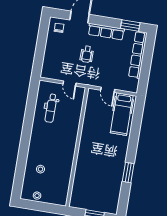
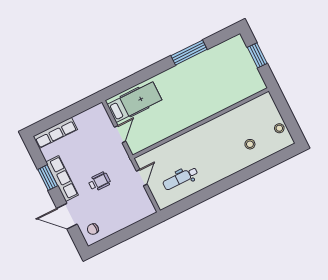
window: (130, 26) -> (48, 178), moved
row of seats: (138, 55) -> (55, 133), width x0.73
dental chair: (51, 108) -> (180, 178), turned 180
window: (128, 173) -> (189, 53), width x1.44

